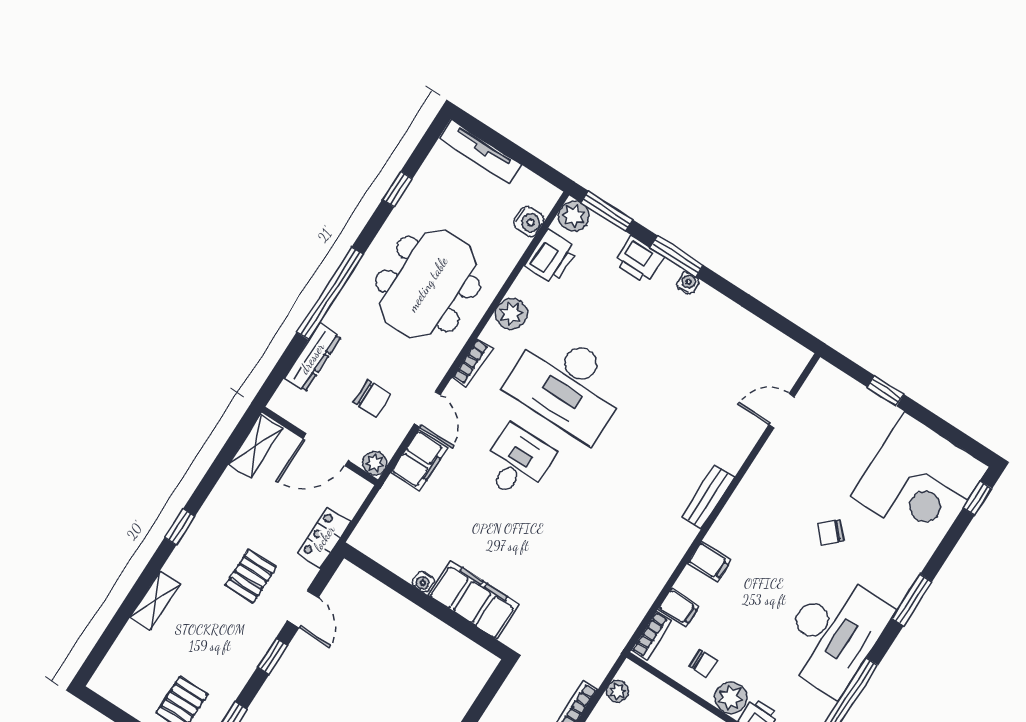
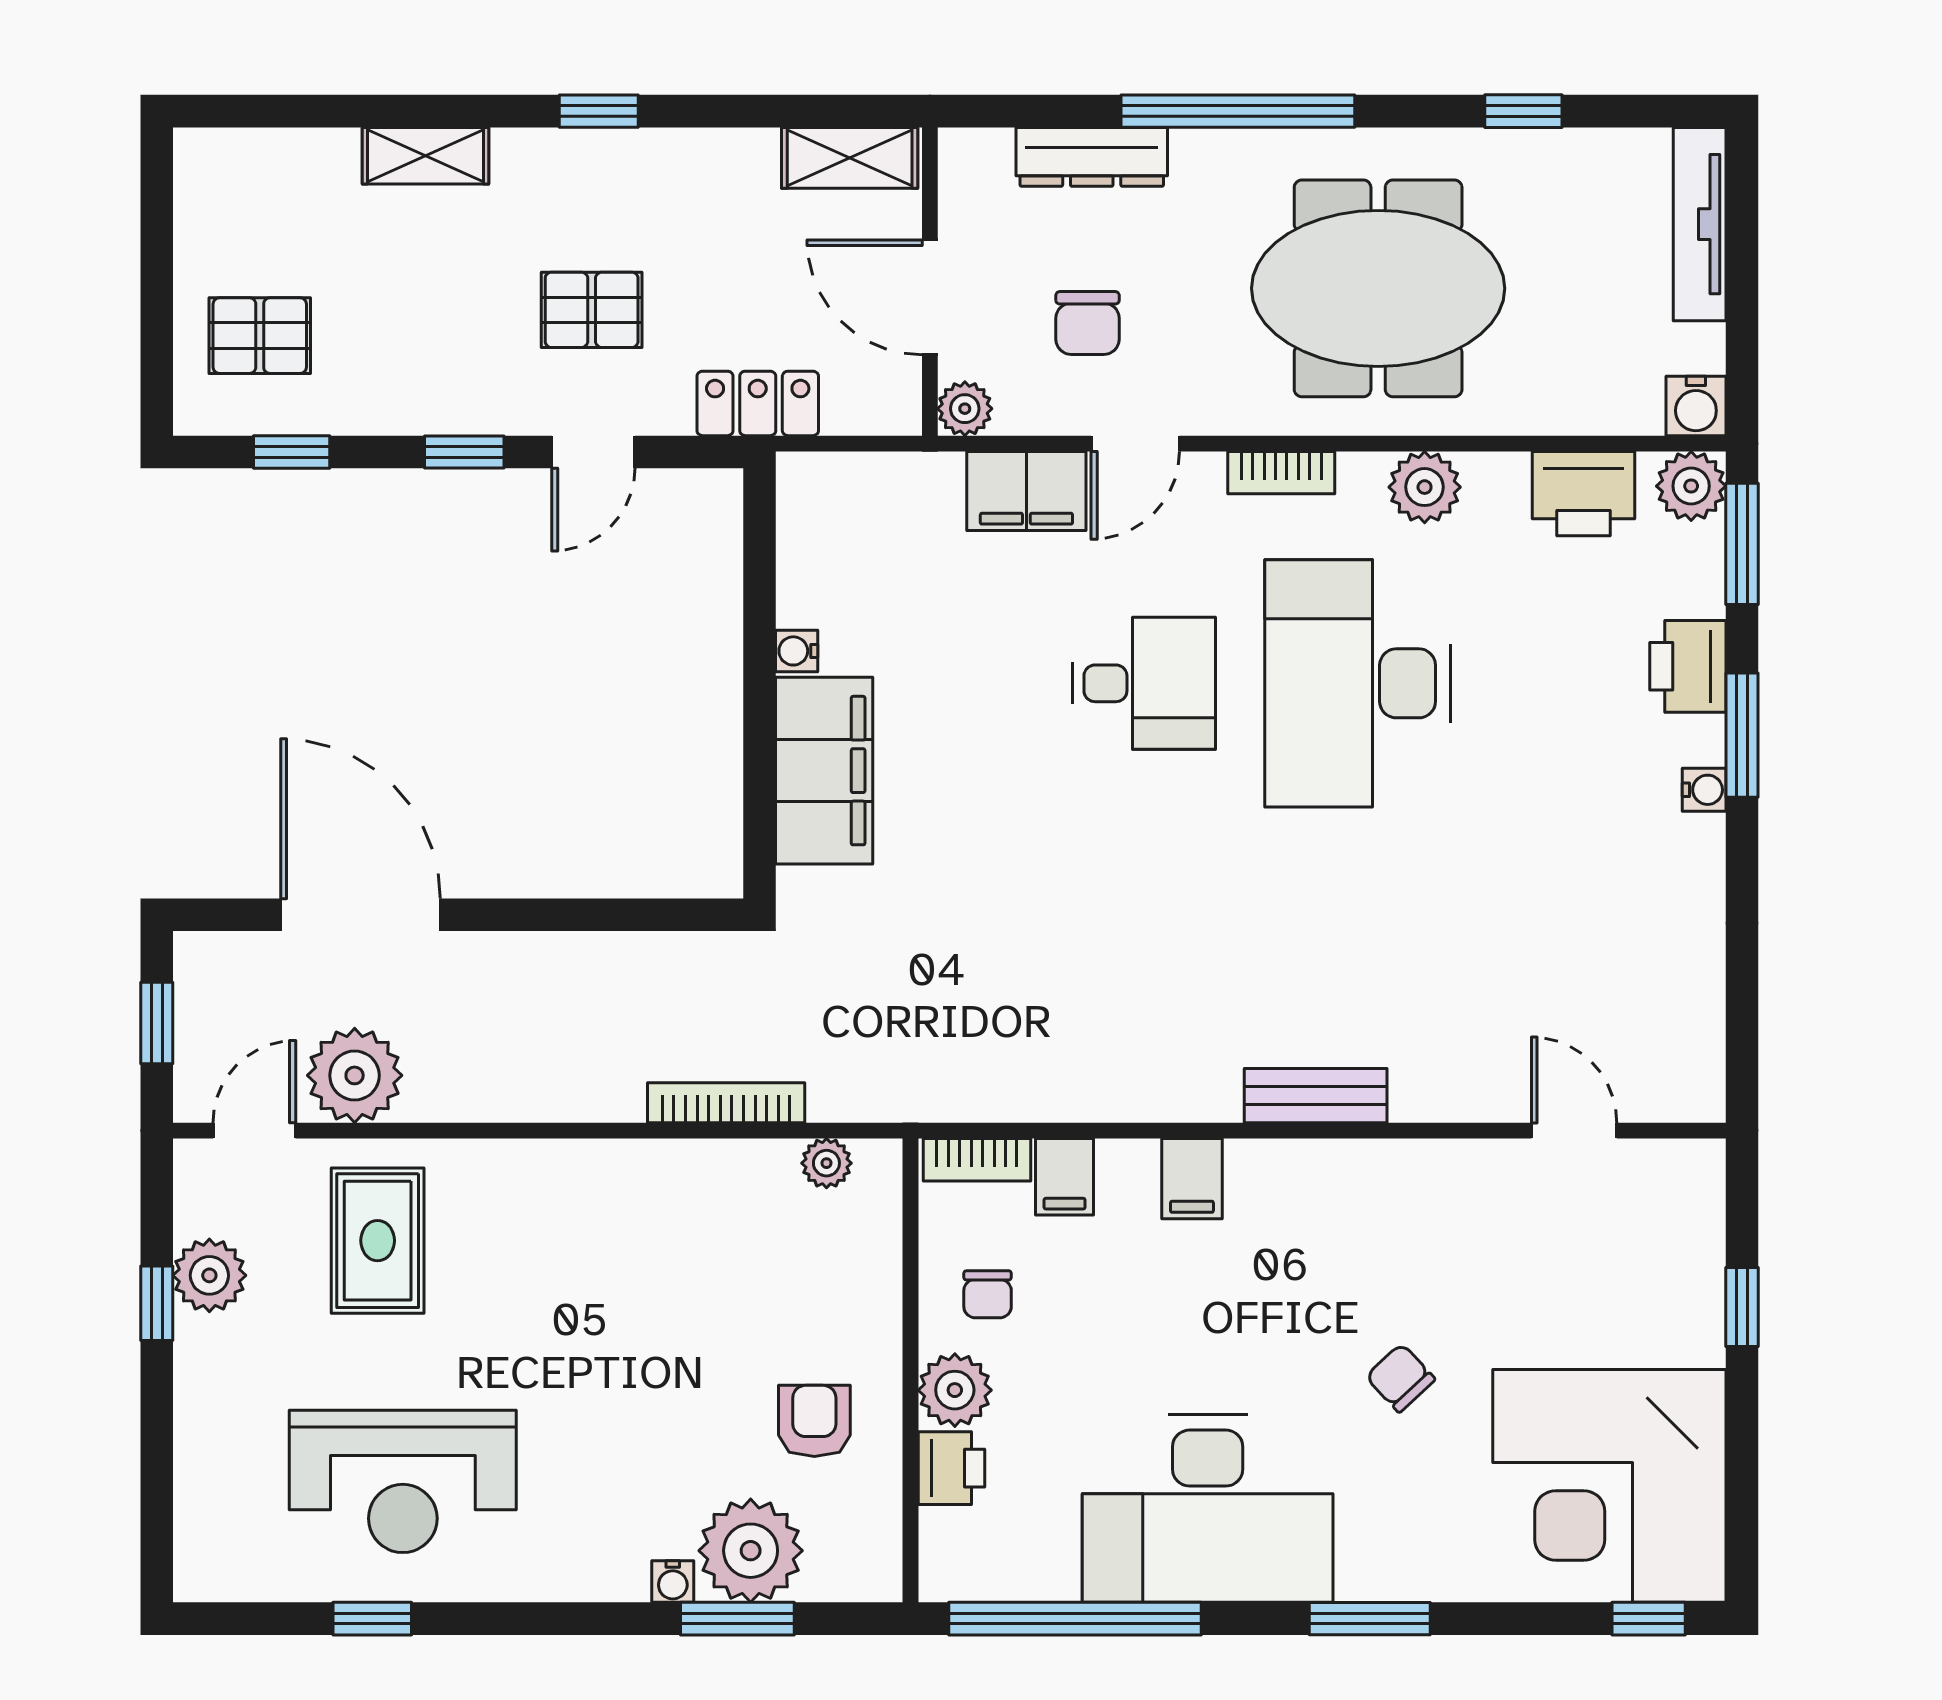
water cooler: (529, 221) -> (1696, 406), moved

